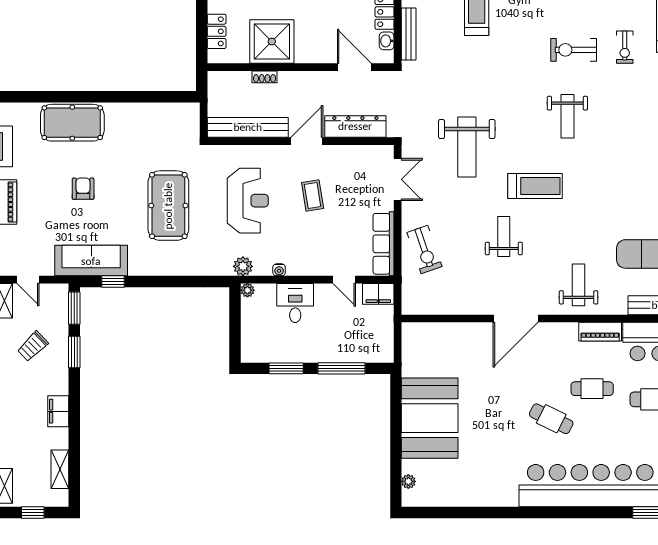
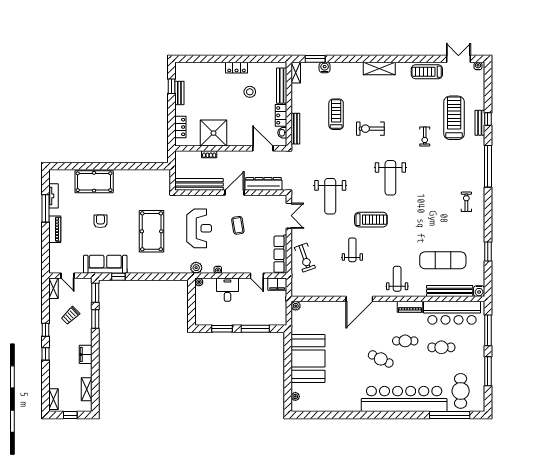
exercise bike: (574, 50) -> (370, 129), moved
weight bench: (567, 116) -> (390, 178), width x1.36, depth x1.33
plant: (409, 330) -> (296, 306), added

